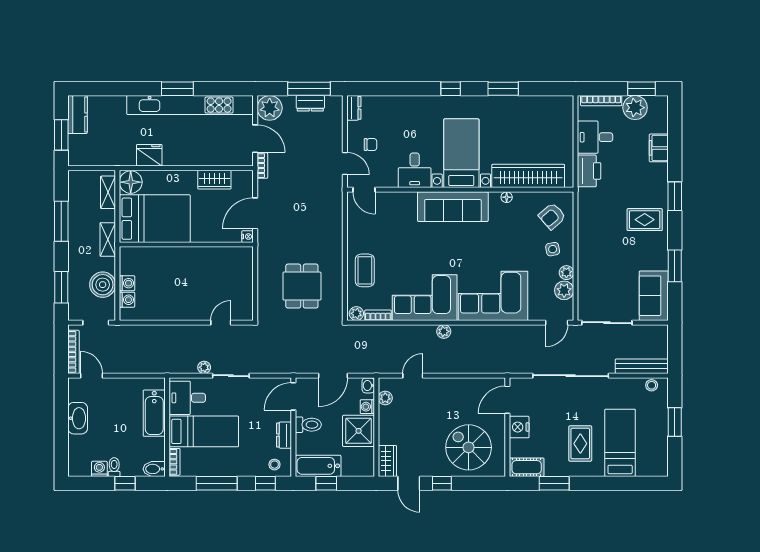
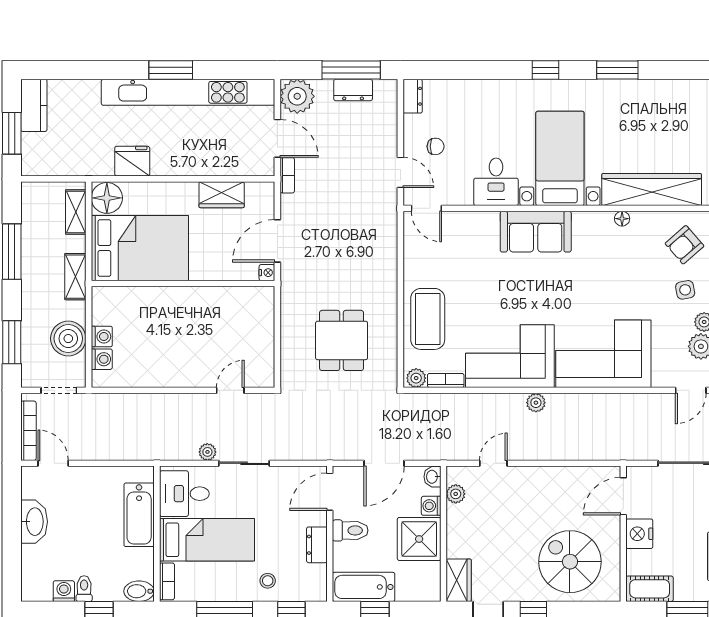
sofa: (453, 207) -> (536, 232), width x0.73
coffee table: (365, 270) -> (428, 319), width x1.36, depth x1.32
stool: (274, 465) -> (268, 581), moved

